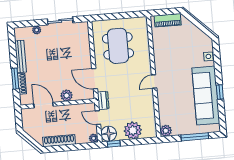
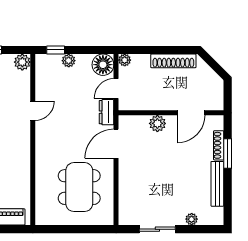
door: (95, 79) -> (116, 144), swing flipped
door: (154, 82) -> (33, 111), moved
door: (44, 105) -> (191, 113), hinge flipped
door: (98, 118) -> (116, 89), swing flipped
plant: (133, 130) -> (69, 61), width x0.53, depth x0.53
window: (114, 144) -> (56, 50), moved

